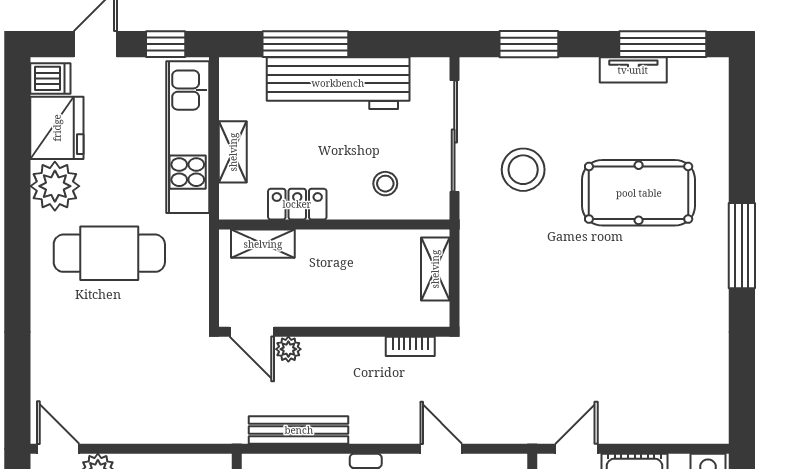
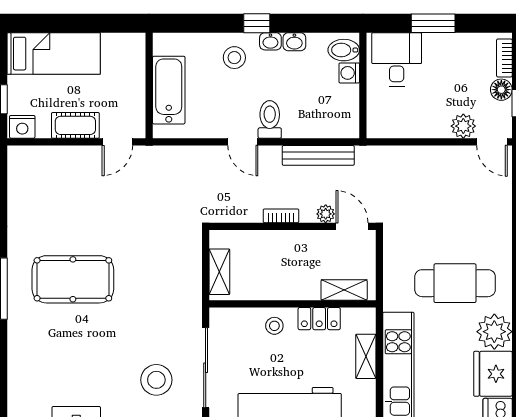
stool: (523, 170) -> (156, 380), moved
stool: (385, 184) -> (274, 326), moved
pool table: (639, 193) -> (73, 279), moved
bookcase: (410, 346) -> (281, 216), moved
door: (441, 449) -> (243, 142), moved

